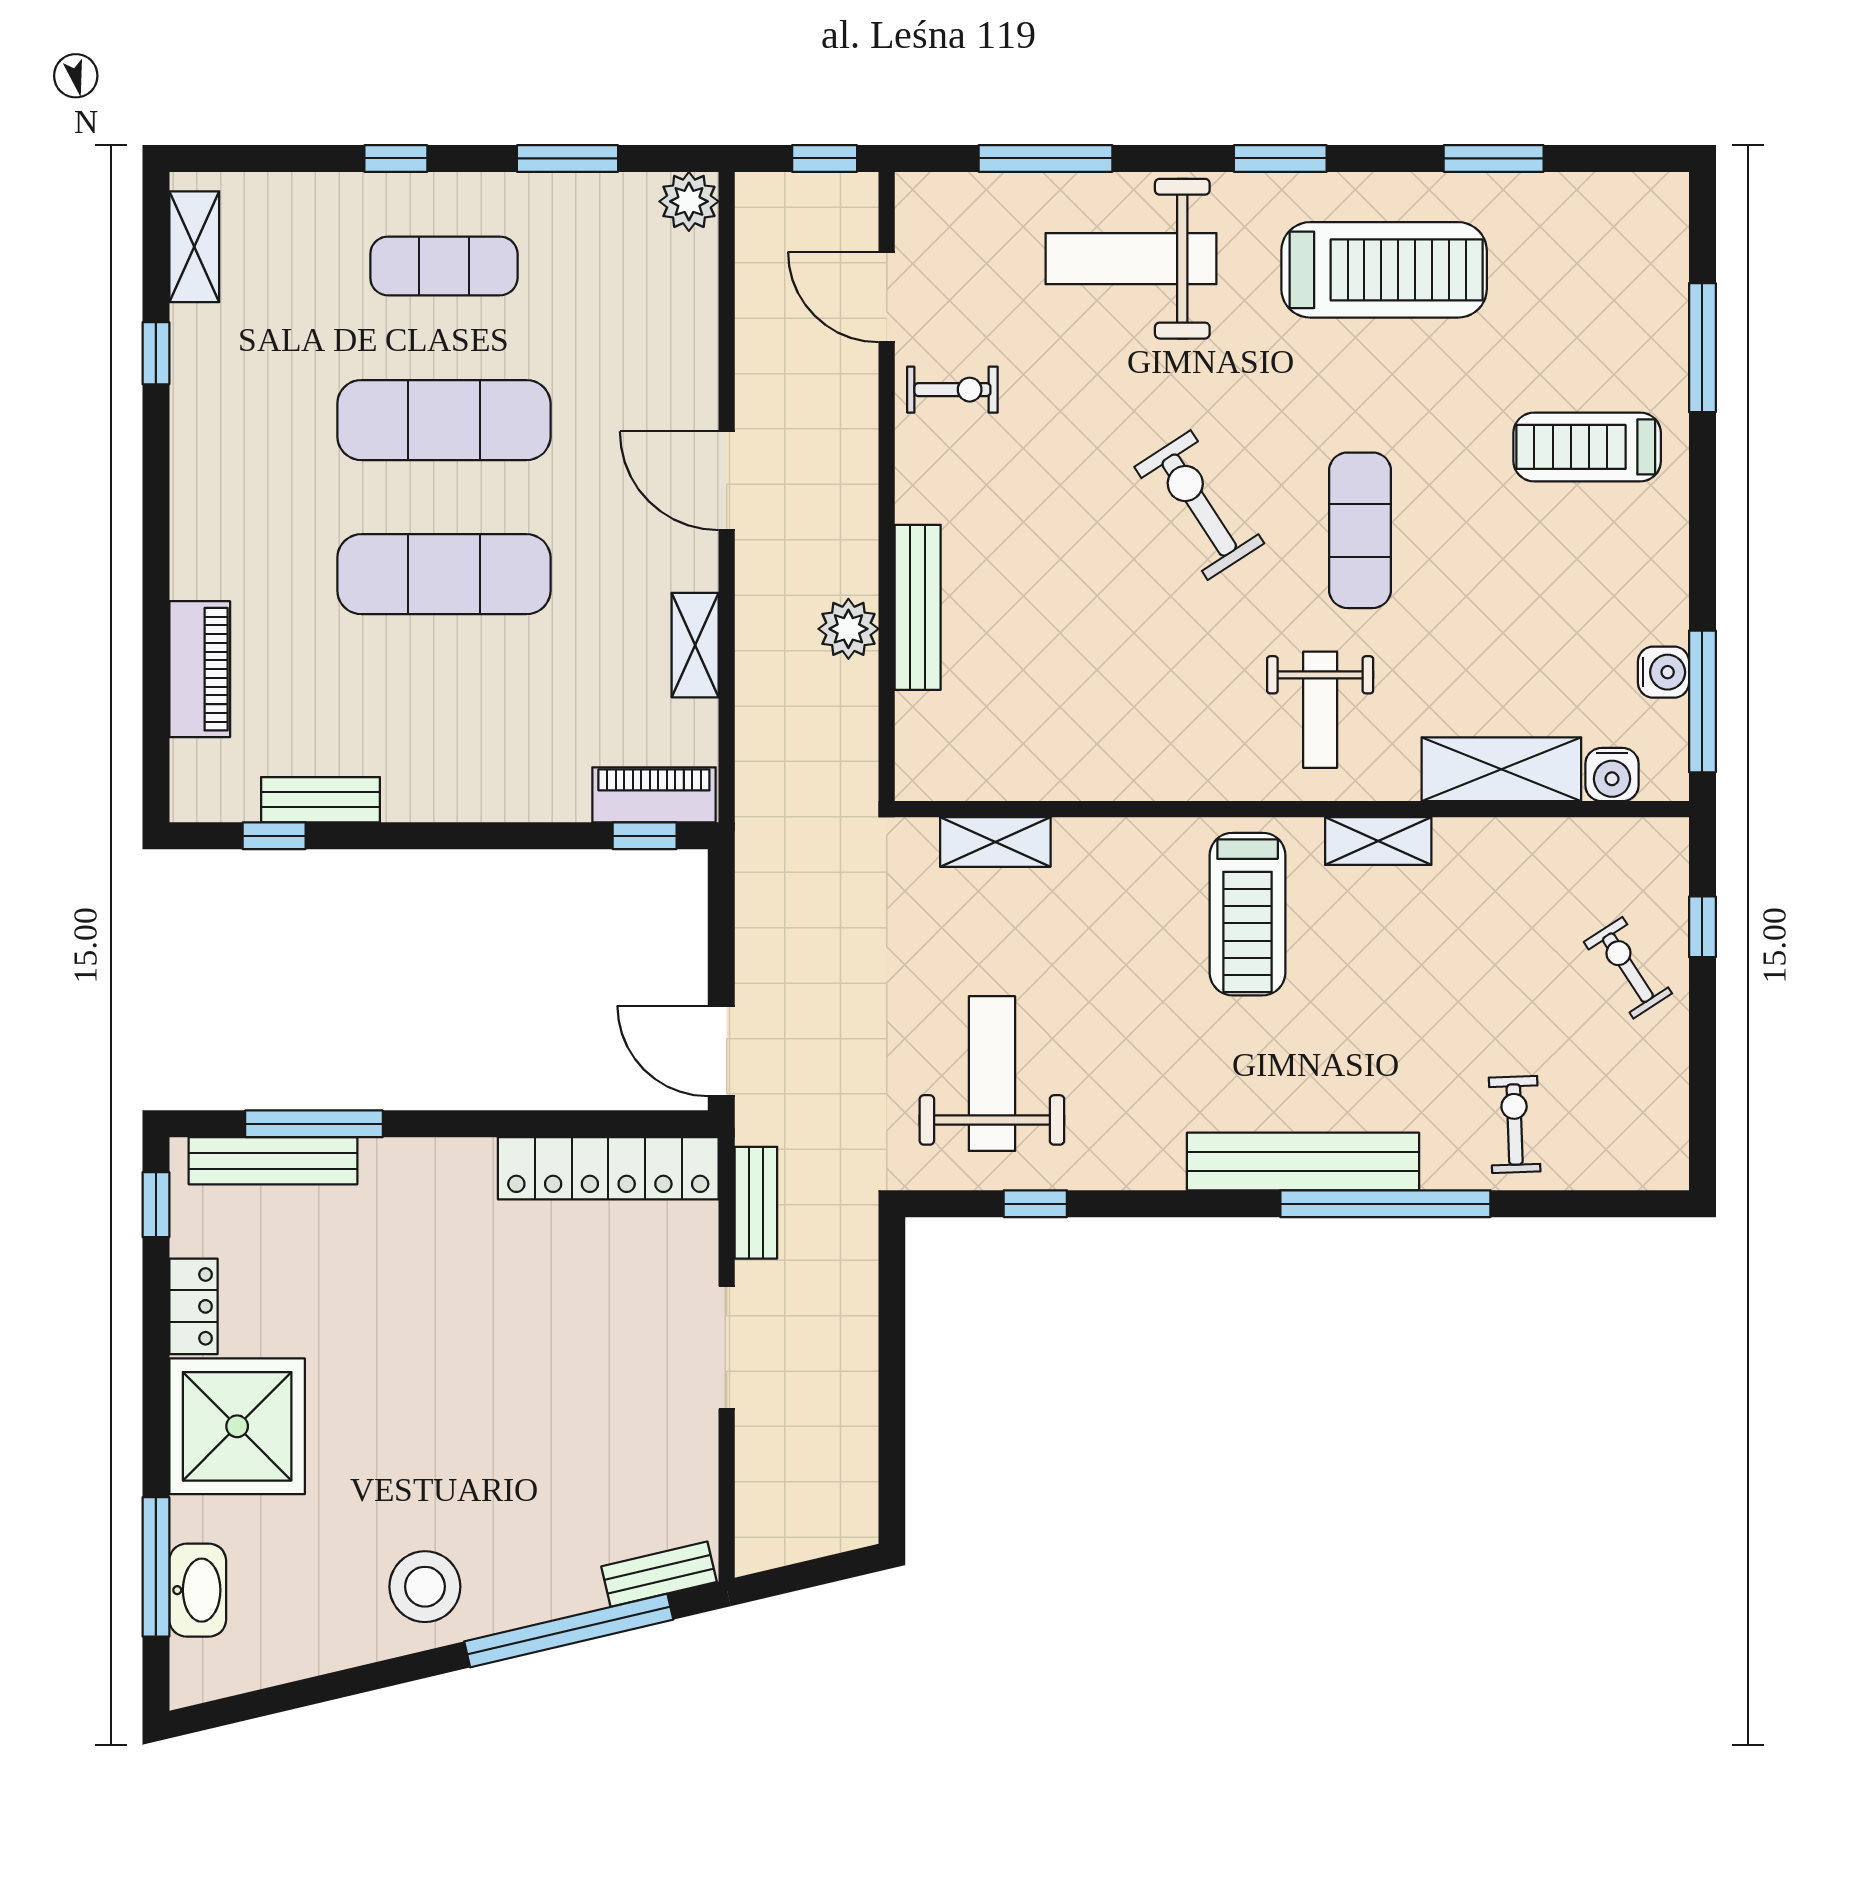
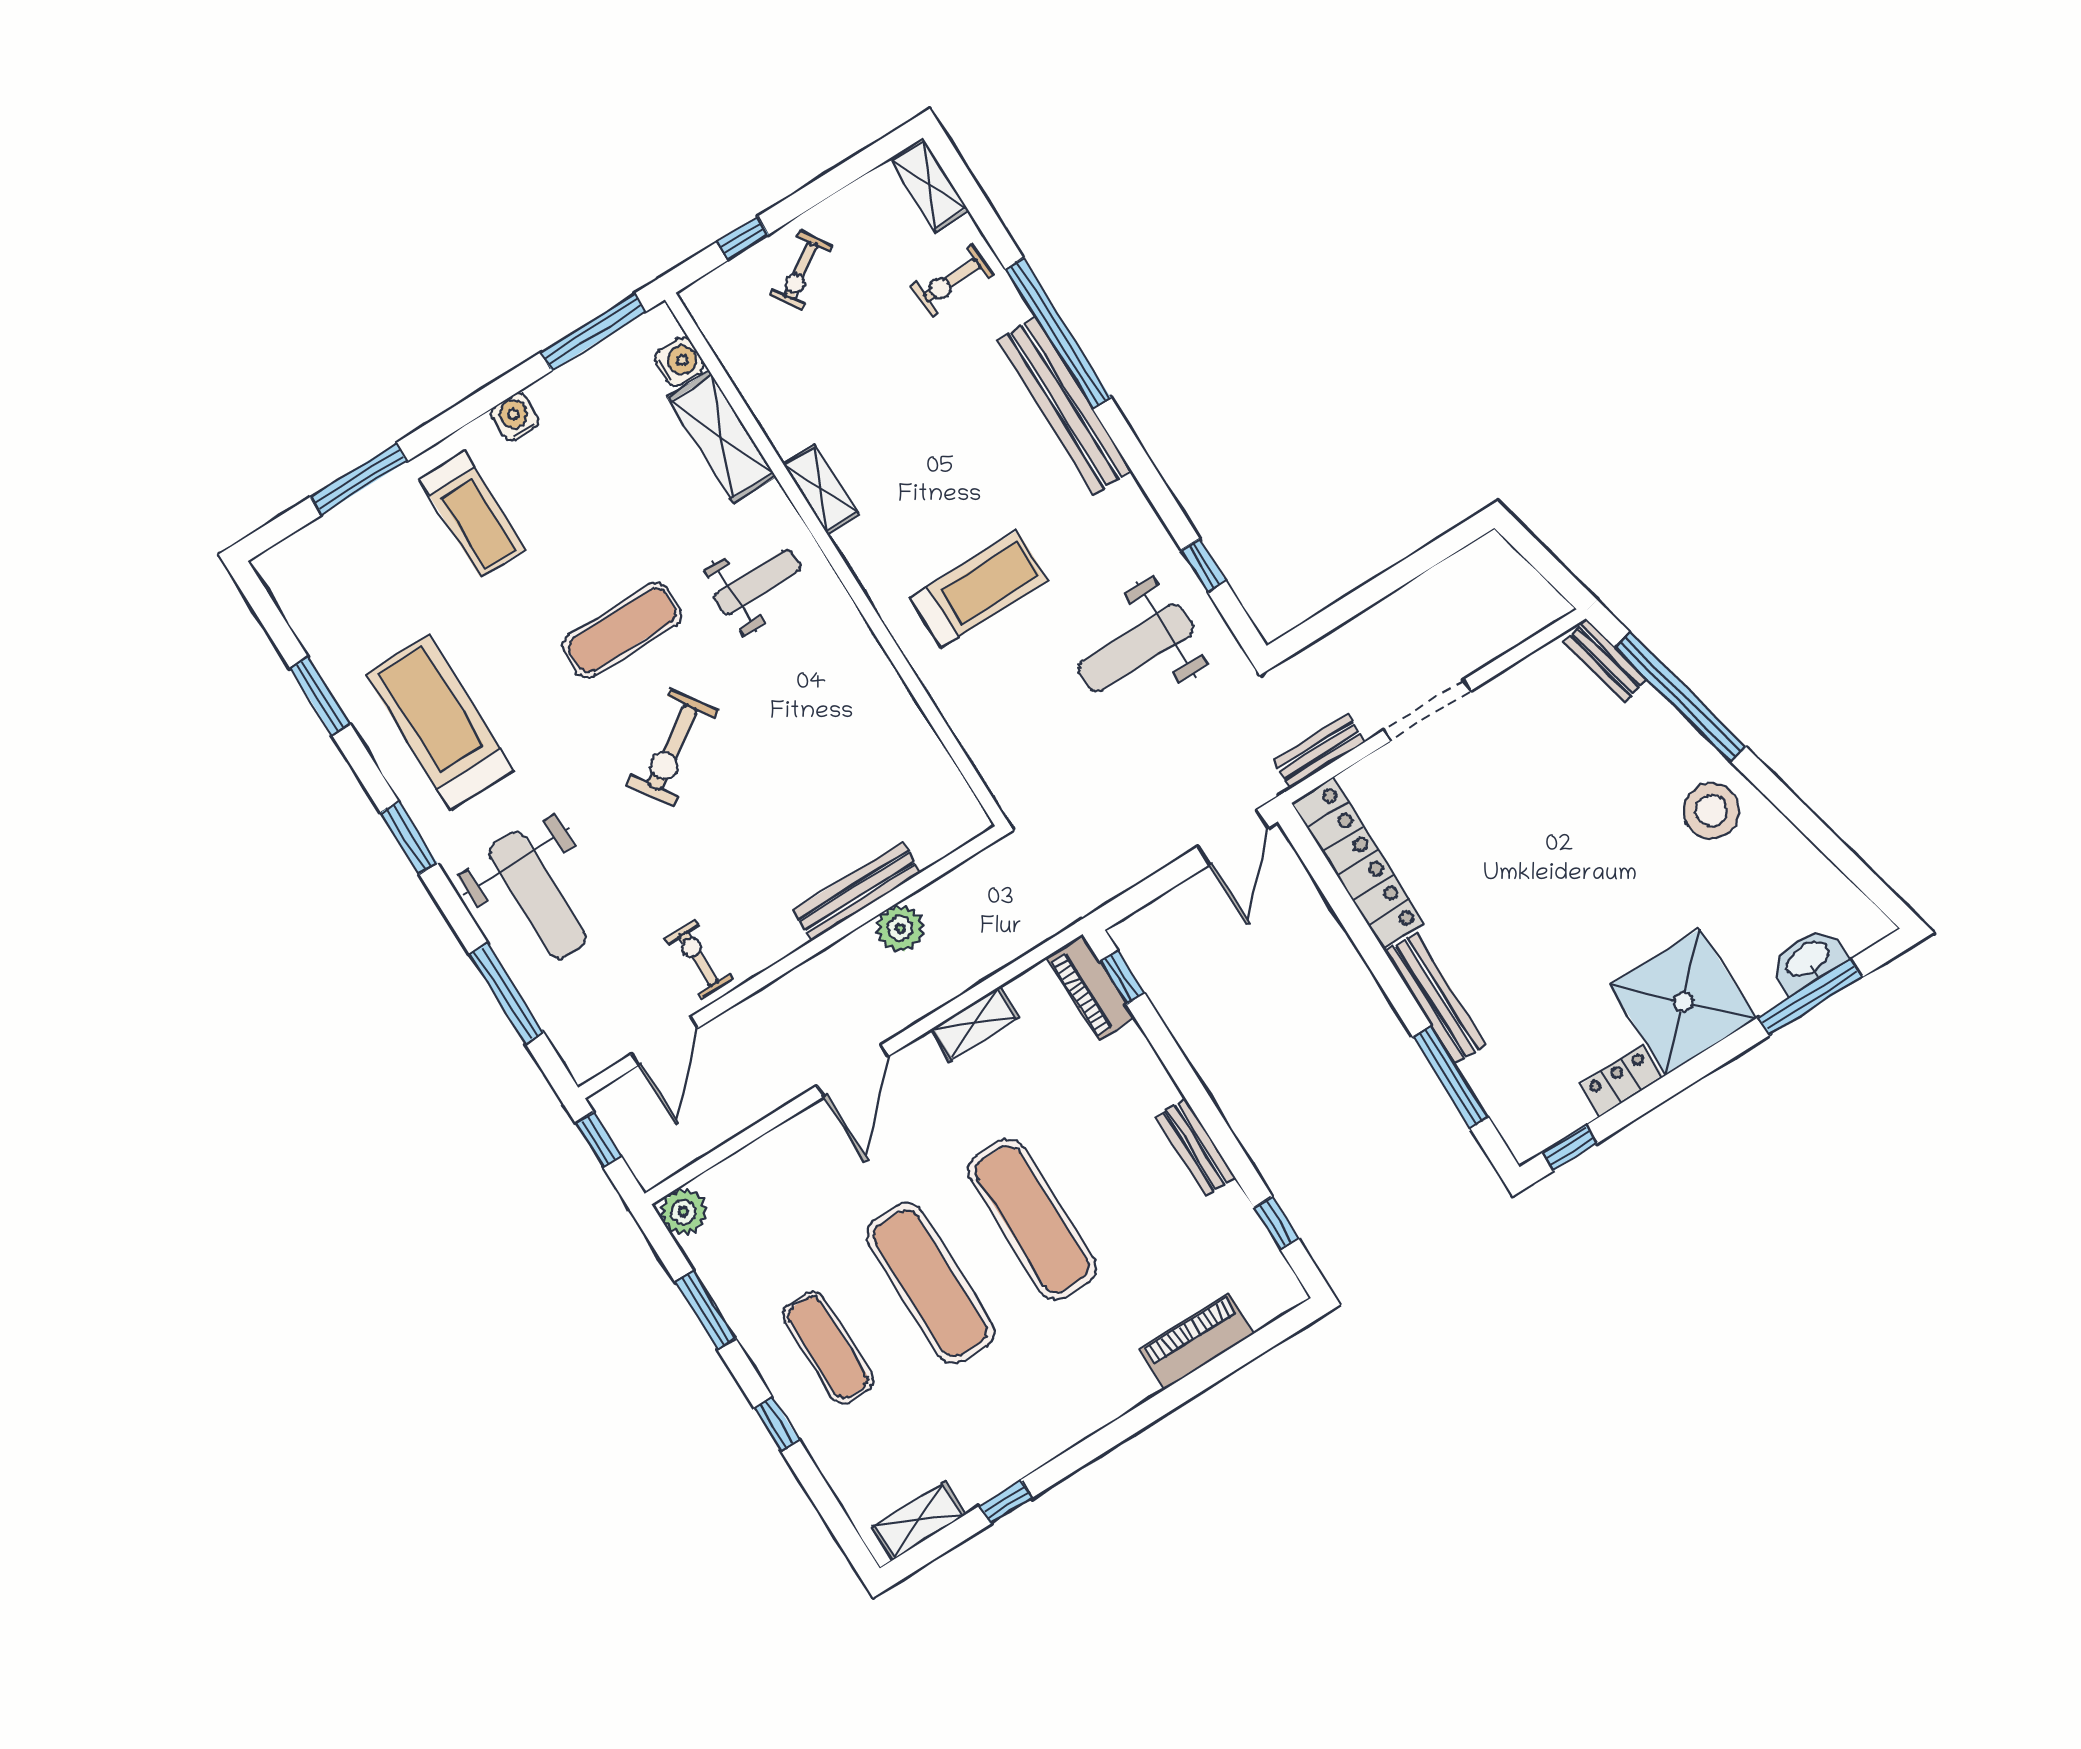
water cooler: (1664, 672) -> (515, 417), moved
bench: (321, 800) -> (1196, 1147), moved
shelving: (995, 842) -> (929, 184), moved
treadmill: (1248, 914) -> (979, 589), moved
bench: (273, 1161) -> (1435, 998), moved

